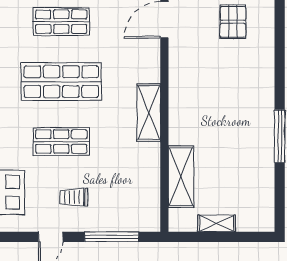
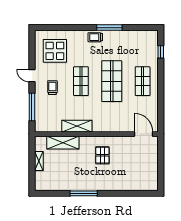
pallet: (233, 22) -> (102, 155), moved, turned 90
shelving: (149, 113) -> (77, 126), moved

